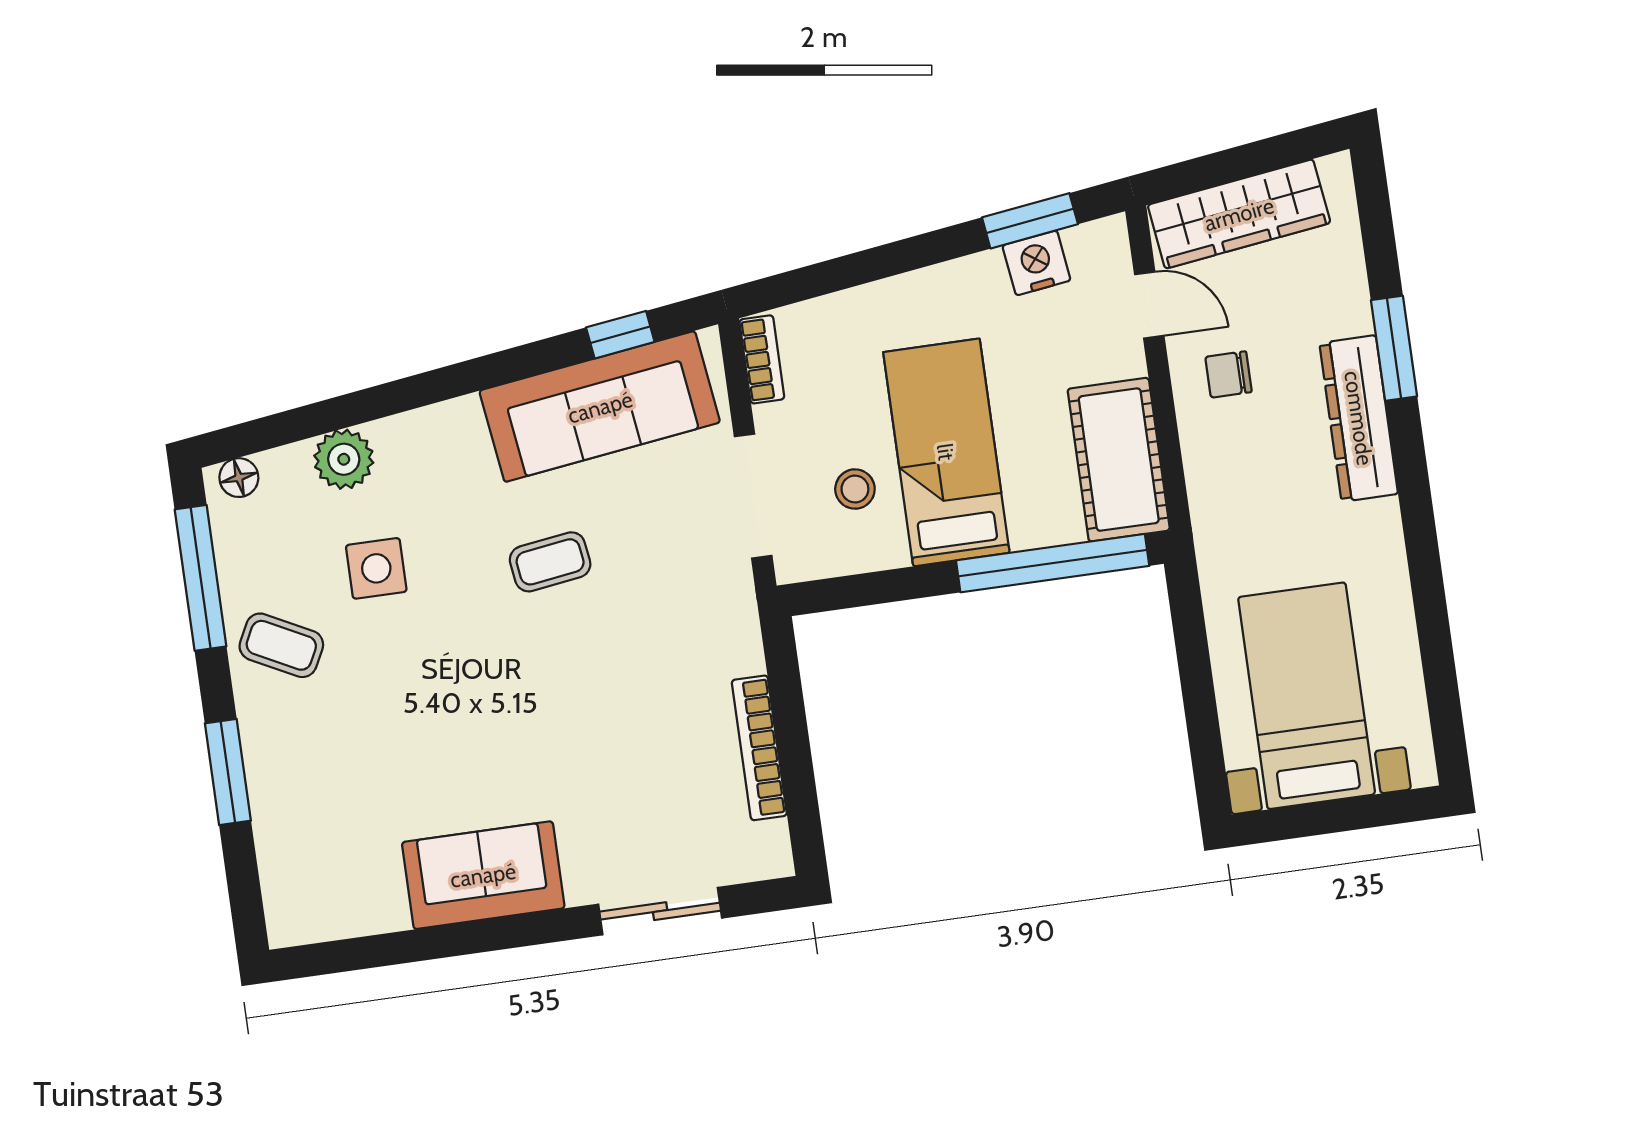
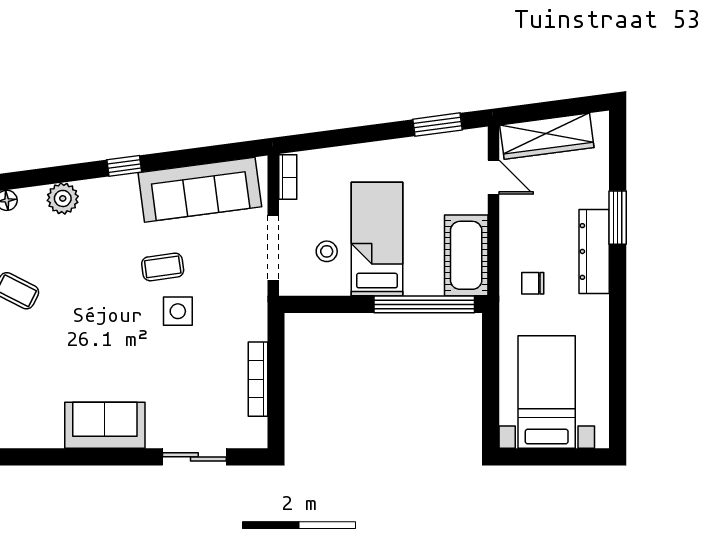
nightstand: (1036, 263) -> (438, 147), removed
window: (620, 335) -> (124, 166), moved
chair: (1228, 374) -> (533, 283), moved
side table: (376, 568) -> (178, 311), moved

